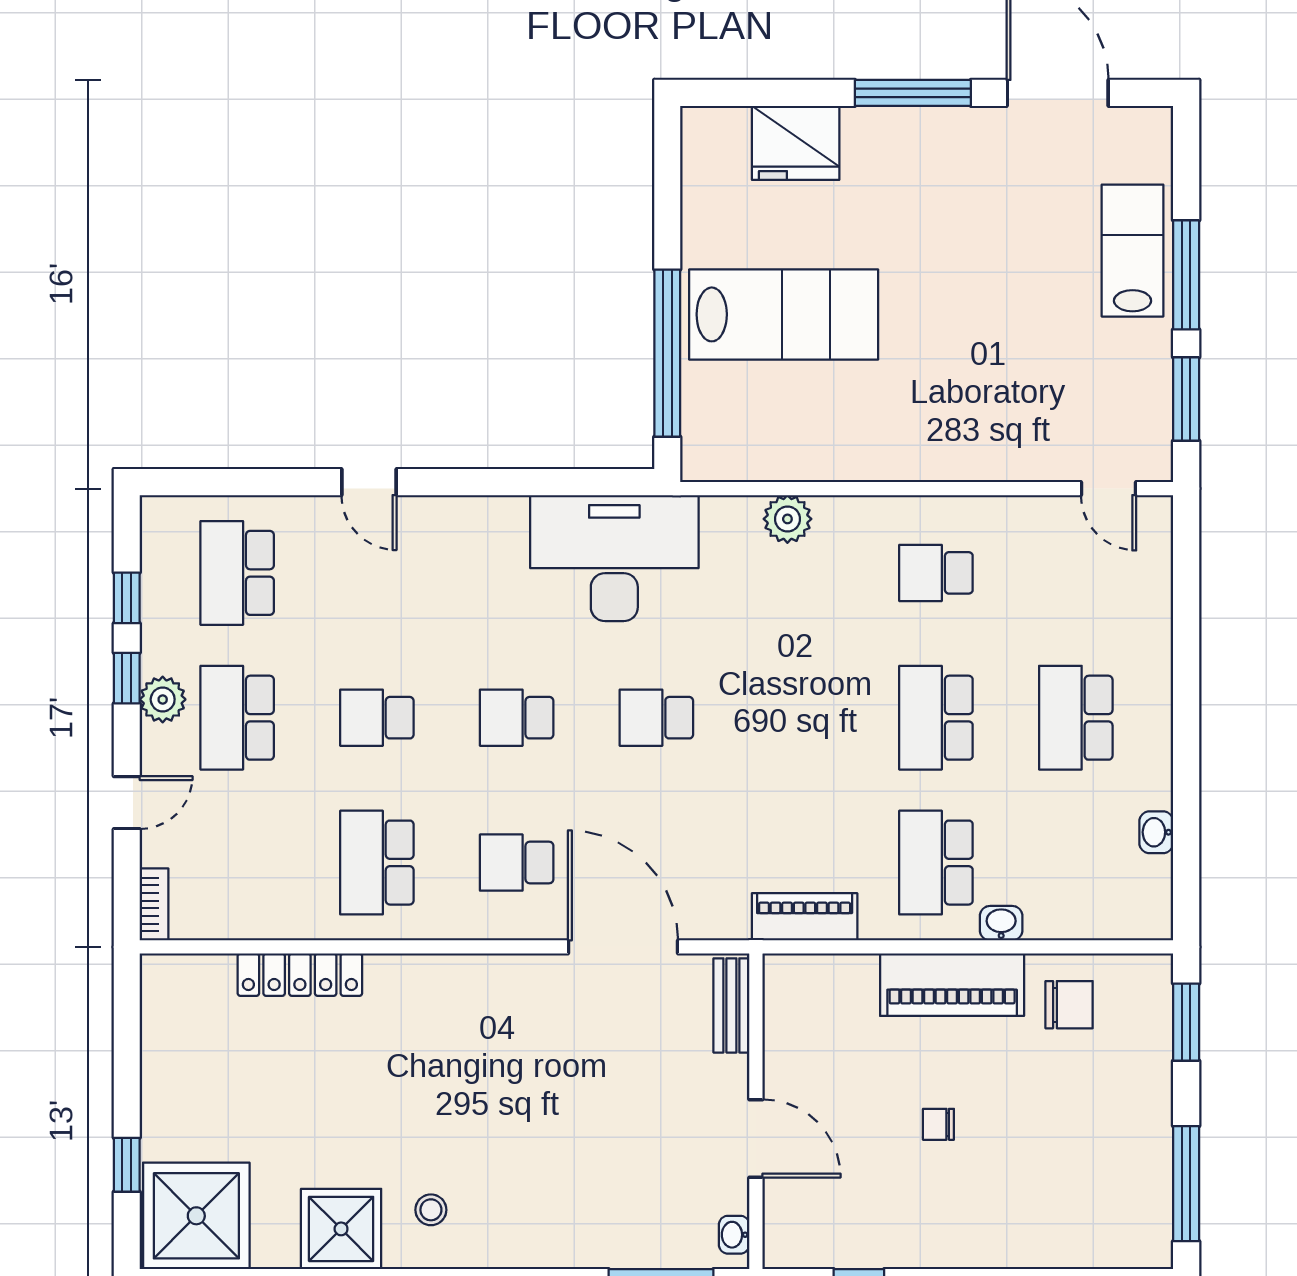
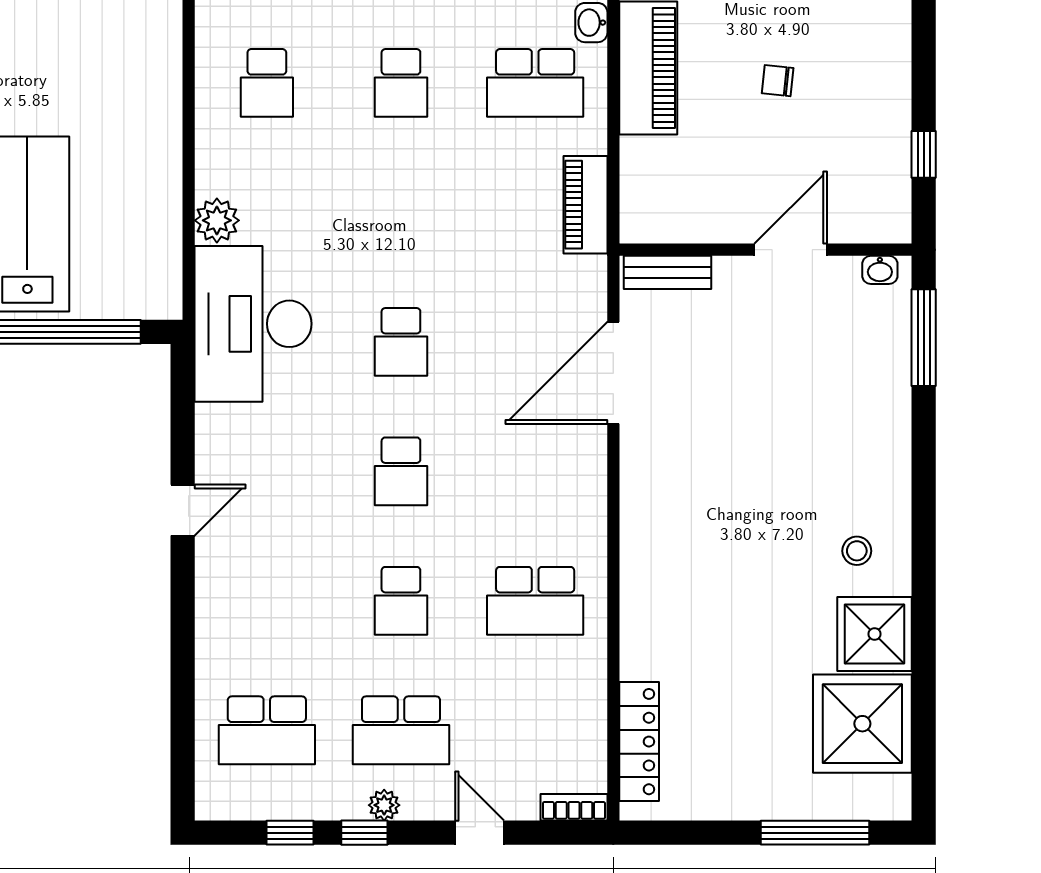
door: (369, 482) -> (183, 510), moved
desk: (614, 558) -> (253, 324), moved
plant: (163, 699) -> (384, 805), width x0.73, depth x0.73
school desk: (936, 718) -> (401, 83), width x0.54
school desk: (517, 863) -> (535, 471), removed
locker: (300, 975) -> (639, 742), moved
chair: (938, 1124) -> (778, 81), turned 96
window: (127, 1165) -> (815, 833), width x2.17
shower: (196, 1216) -> (862, 724), moved

